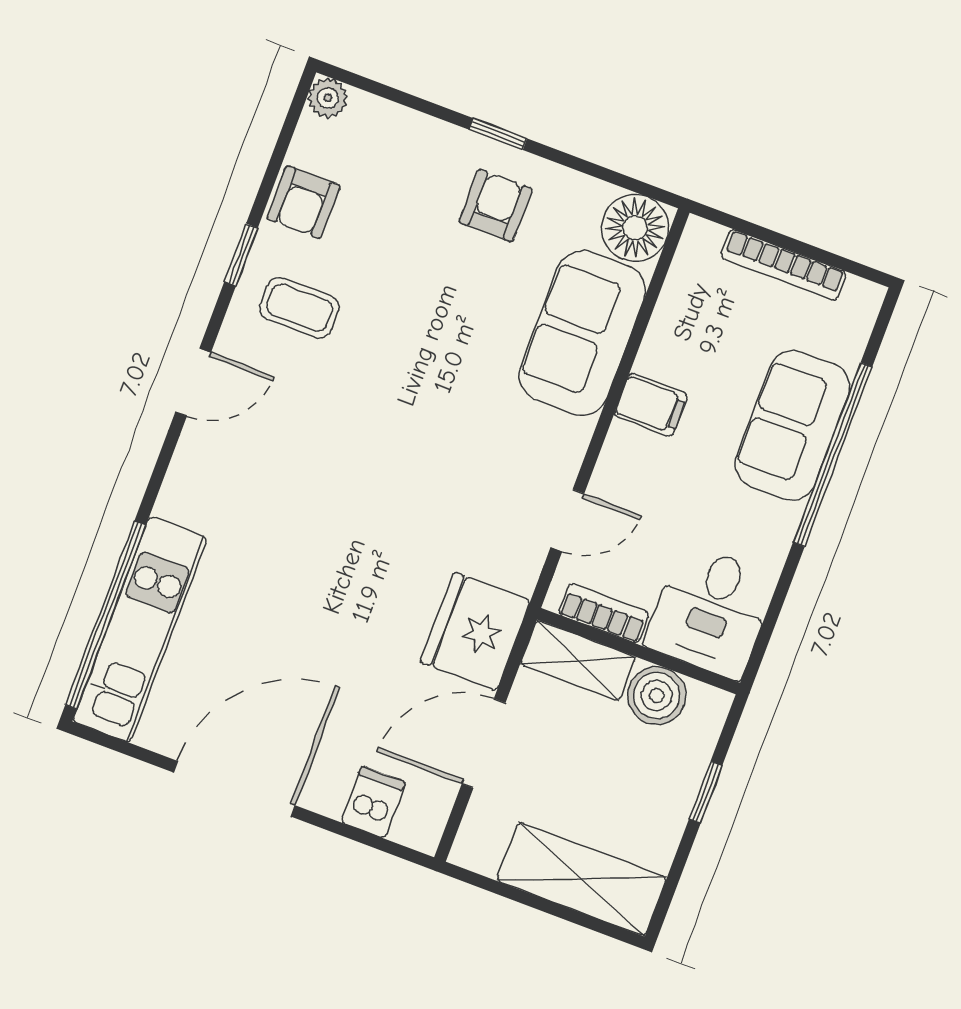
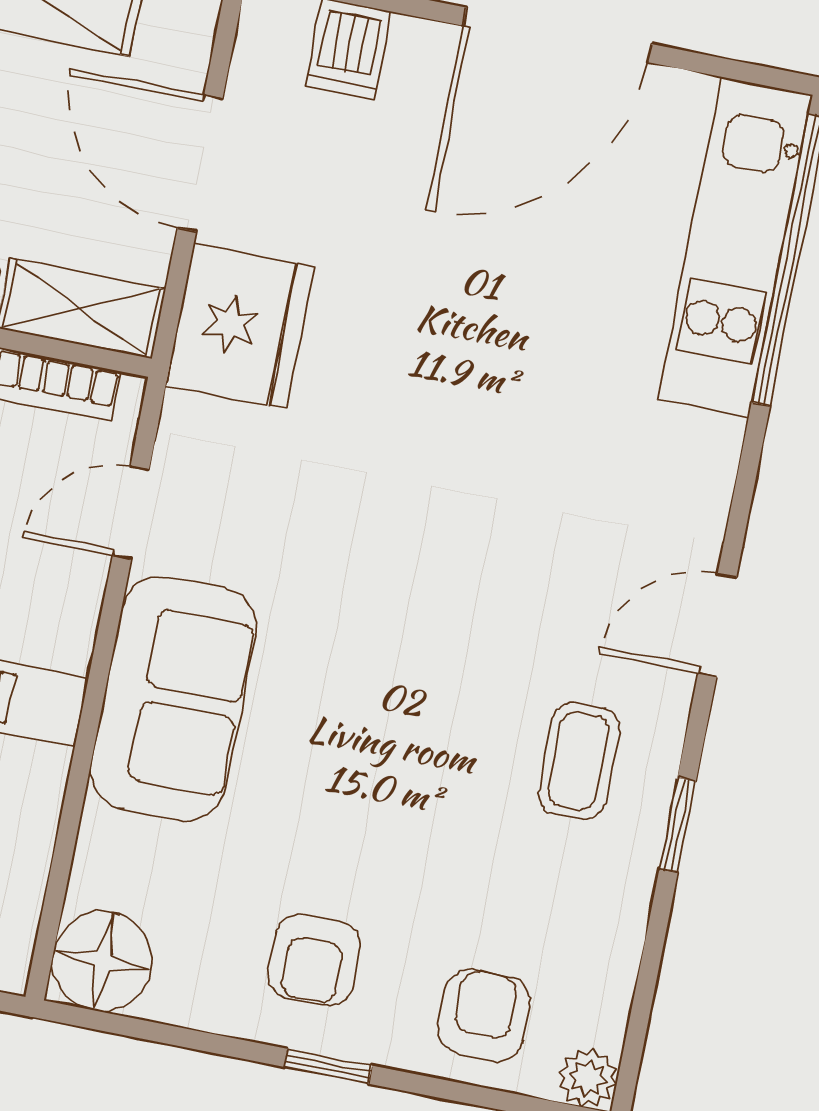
armchair: (304, 202) -> (484, 1015), moved
coffee table: (299, 308) -> (578, 761), turned 90
sofa: (582, 333) -> (173, 699), moved
door: (484, 743) -> (200, 163), swing flipped

